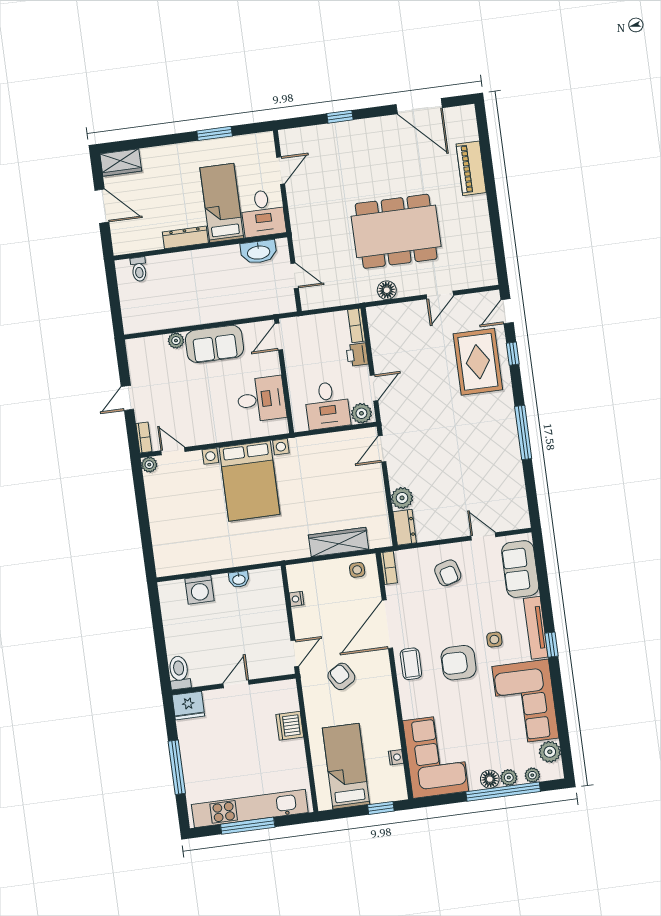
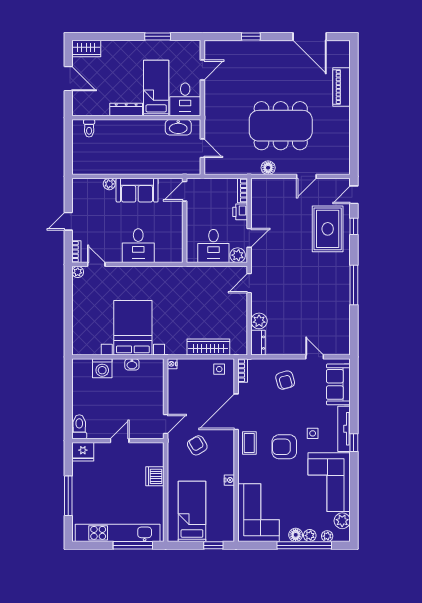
desk: (261, 399) -> (138, 246), moved, turned 90
bed with nightstands: (250, 481) -> (133, 328), moved, turned 180
nightstand: (297, 599) -> (172, 364), moved
nightstand: (396, 757) -> (229, 480), moved
window: (248, 826) -> (133, 545), moved

